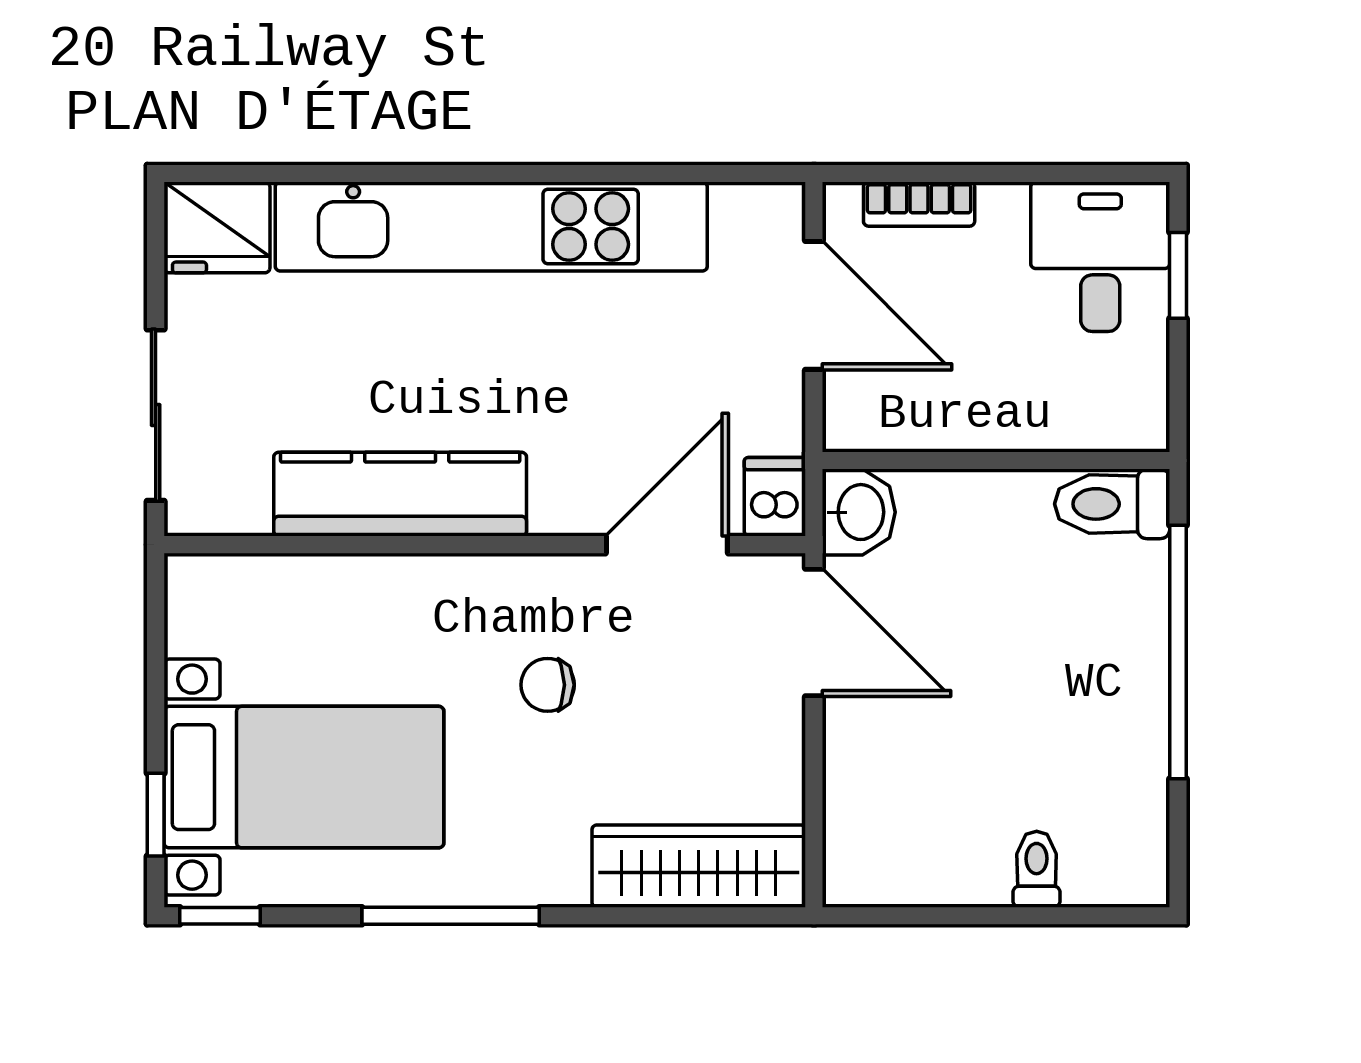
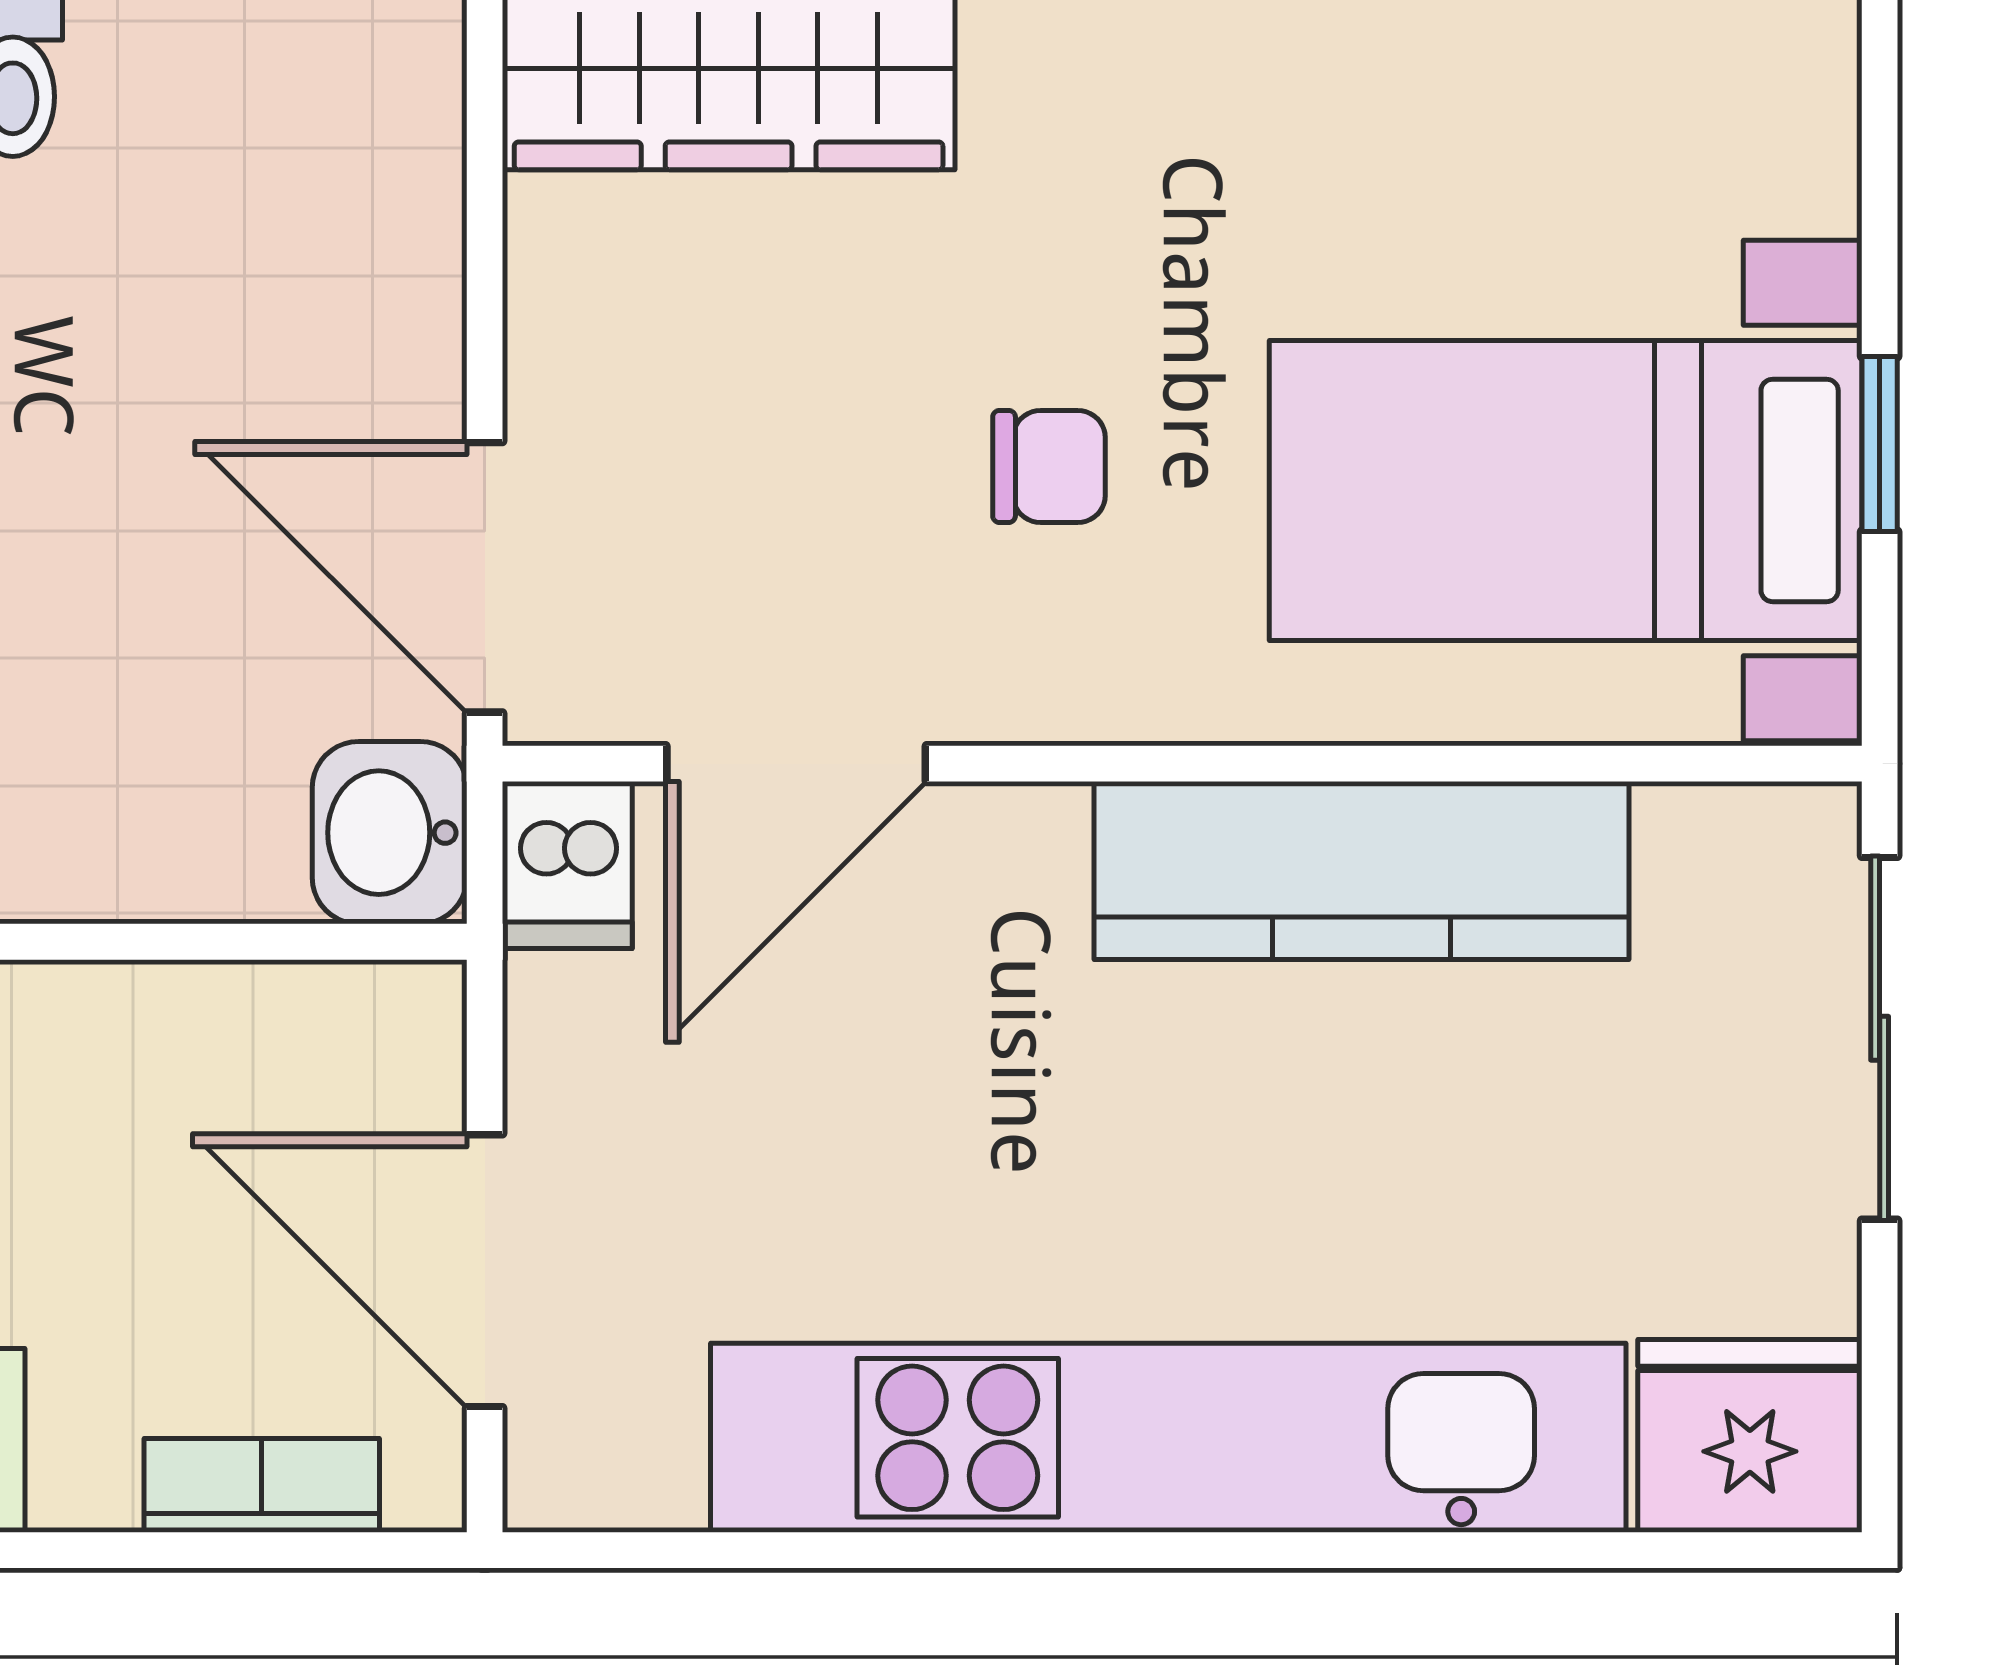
bed with nightstands: (304, 777) -> (1566, 490), moved
window: (156, 815) -> (1880, 444), moved

